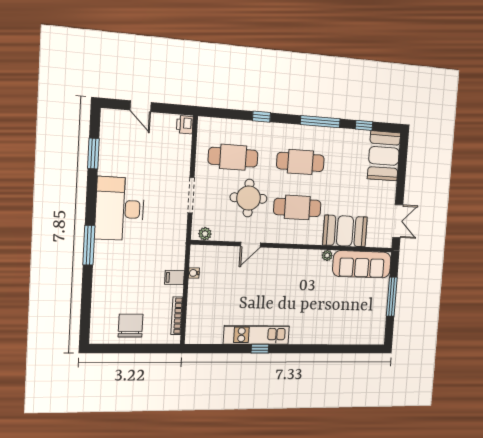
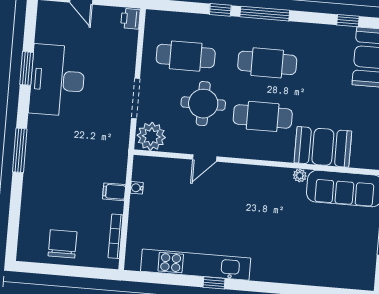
window: (320, 122) -> (265, 14), moved
window: (93, 154) -> (27, 68), moved
desk: (120, 209) -> (57, 80), moved
plant: (205, 234) -> (151, 136), width x1.87, depth x1.87
kitchen unit: (256, 335) -> (196, 265), width x1.36

